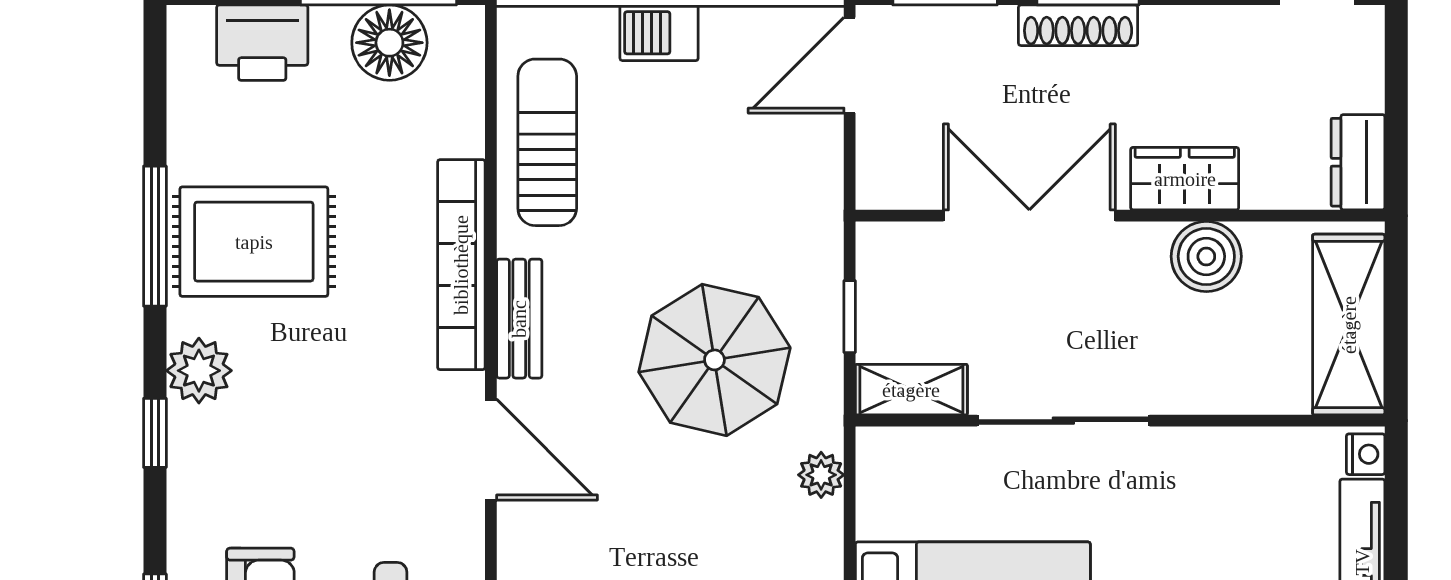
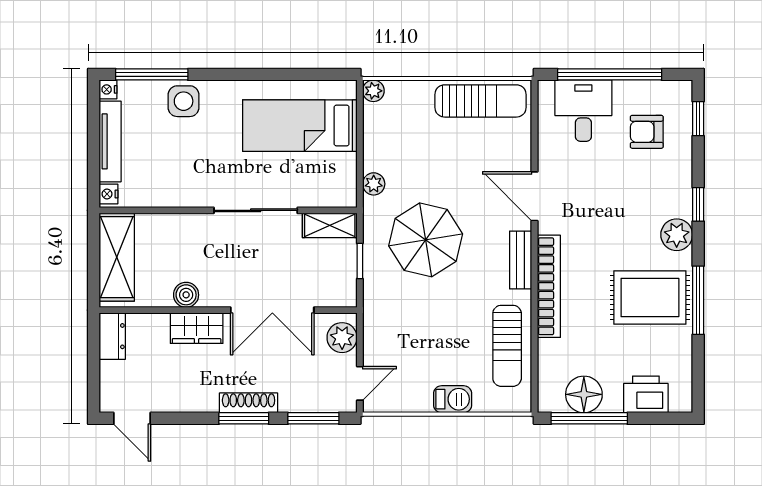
door: (850, 65) -> (360, 383), width x0.73
plant: (886, 159) -> (342, 338), added
boiler: (1206, 256) -> (186, 295), width x0.73, depth x0.73

